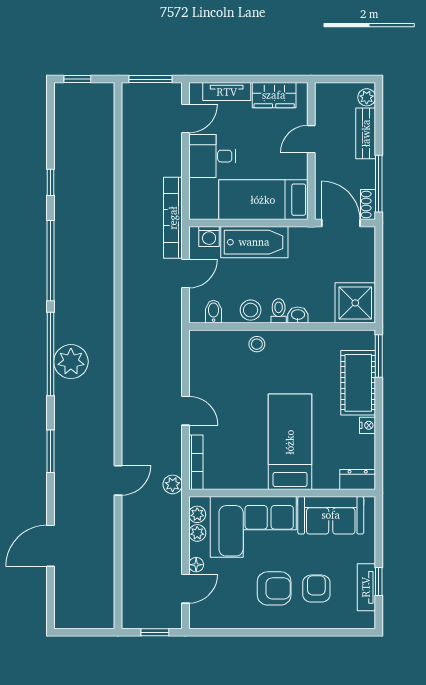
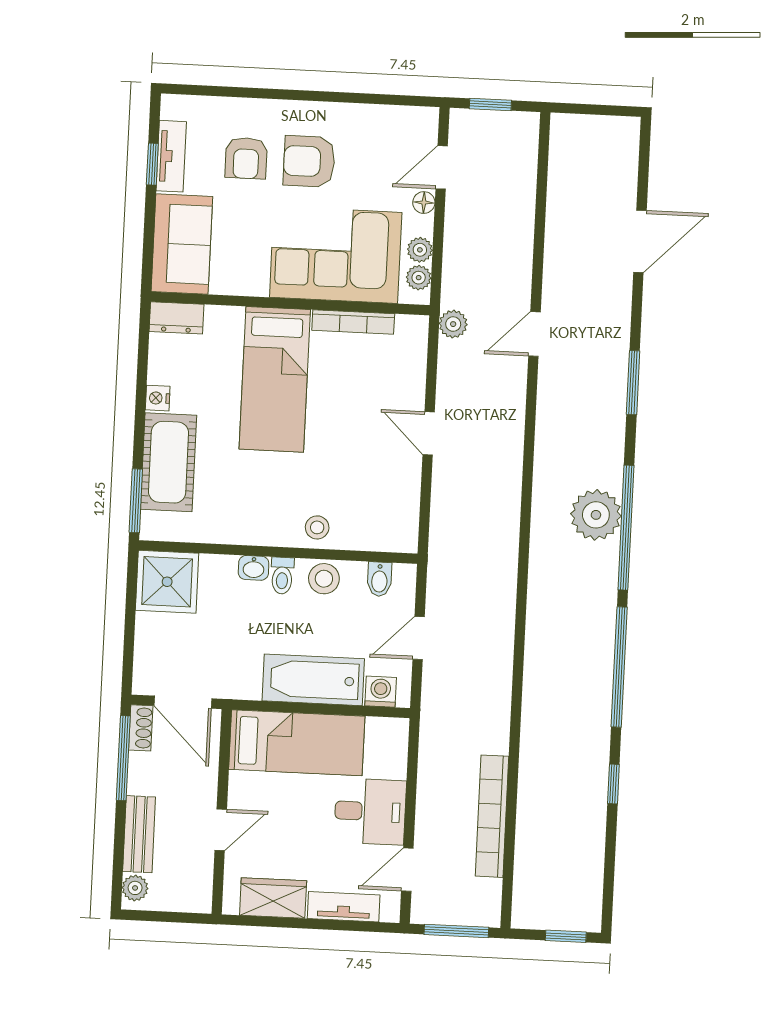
bookcase: (173, 218) -> (492, 816), moved, turned 180
bookcase: (196, 462) -> (353, 322), moved, turned -90
sofa: (331, 515) -> (182, 244), moved, turned 90

